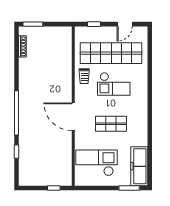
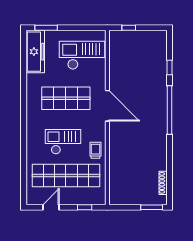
shop shelf: (111, 124) -> (66, 98), width x1.43, depth x1.36
checkout: (96, 163) -> (82, 55), turned 180

